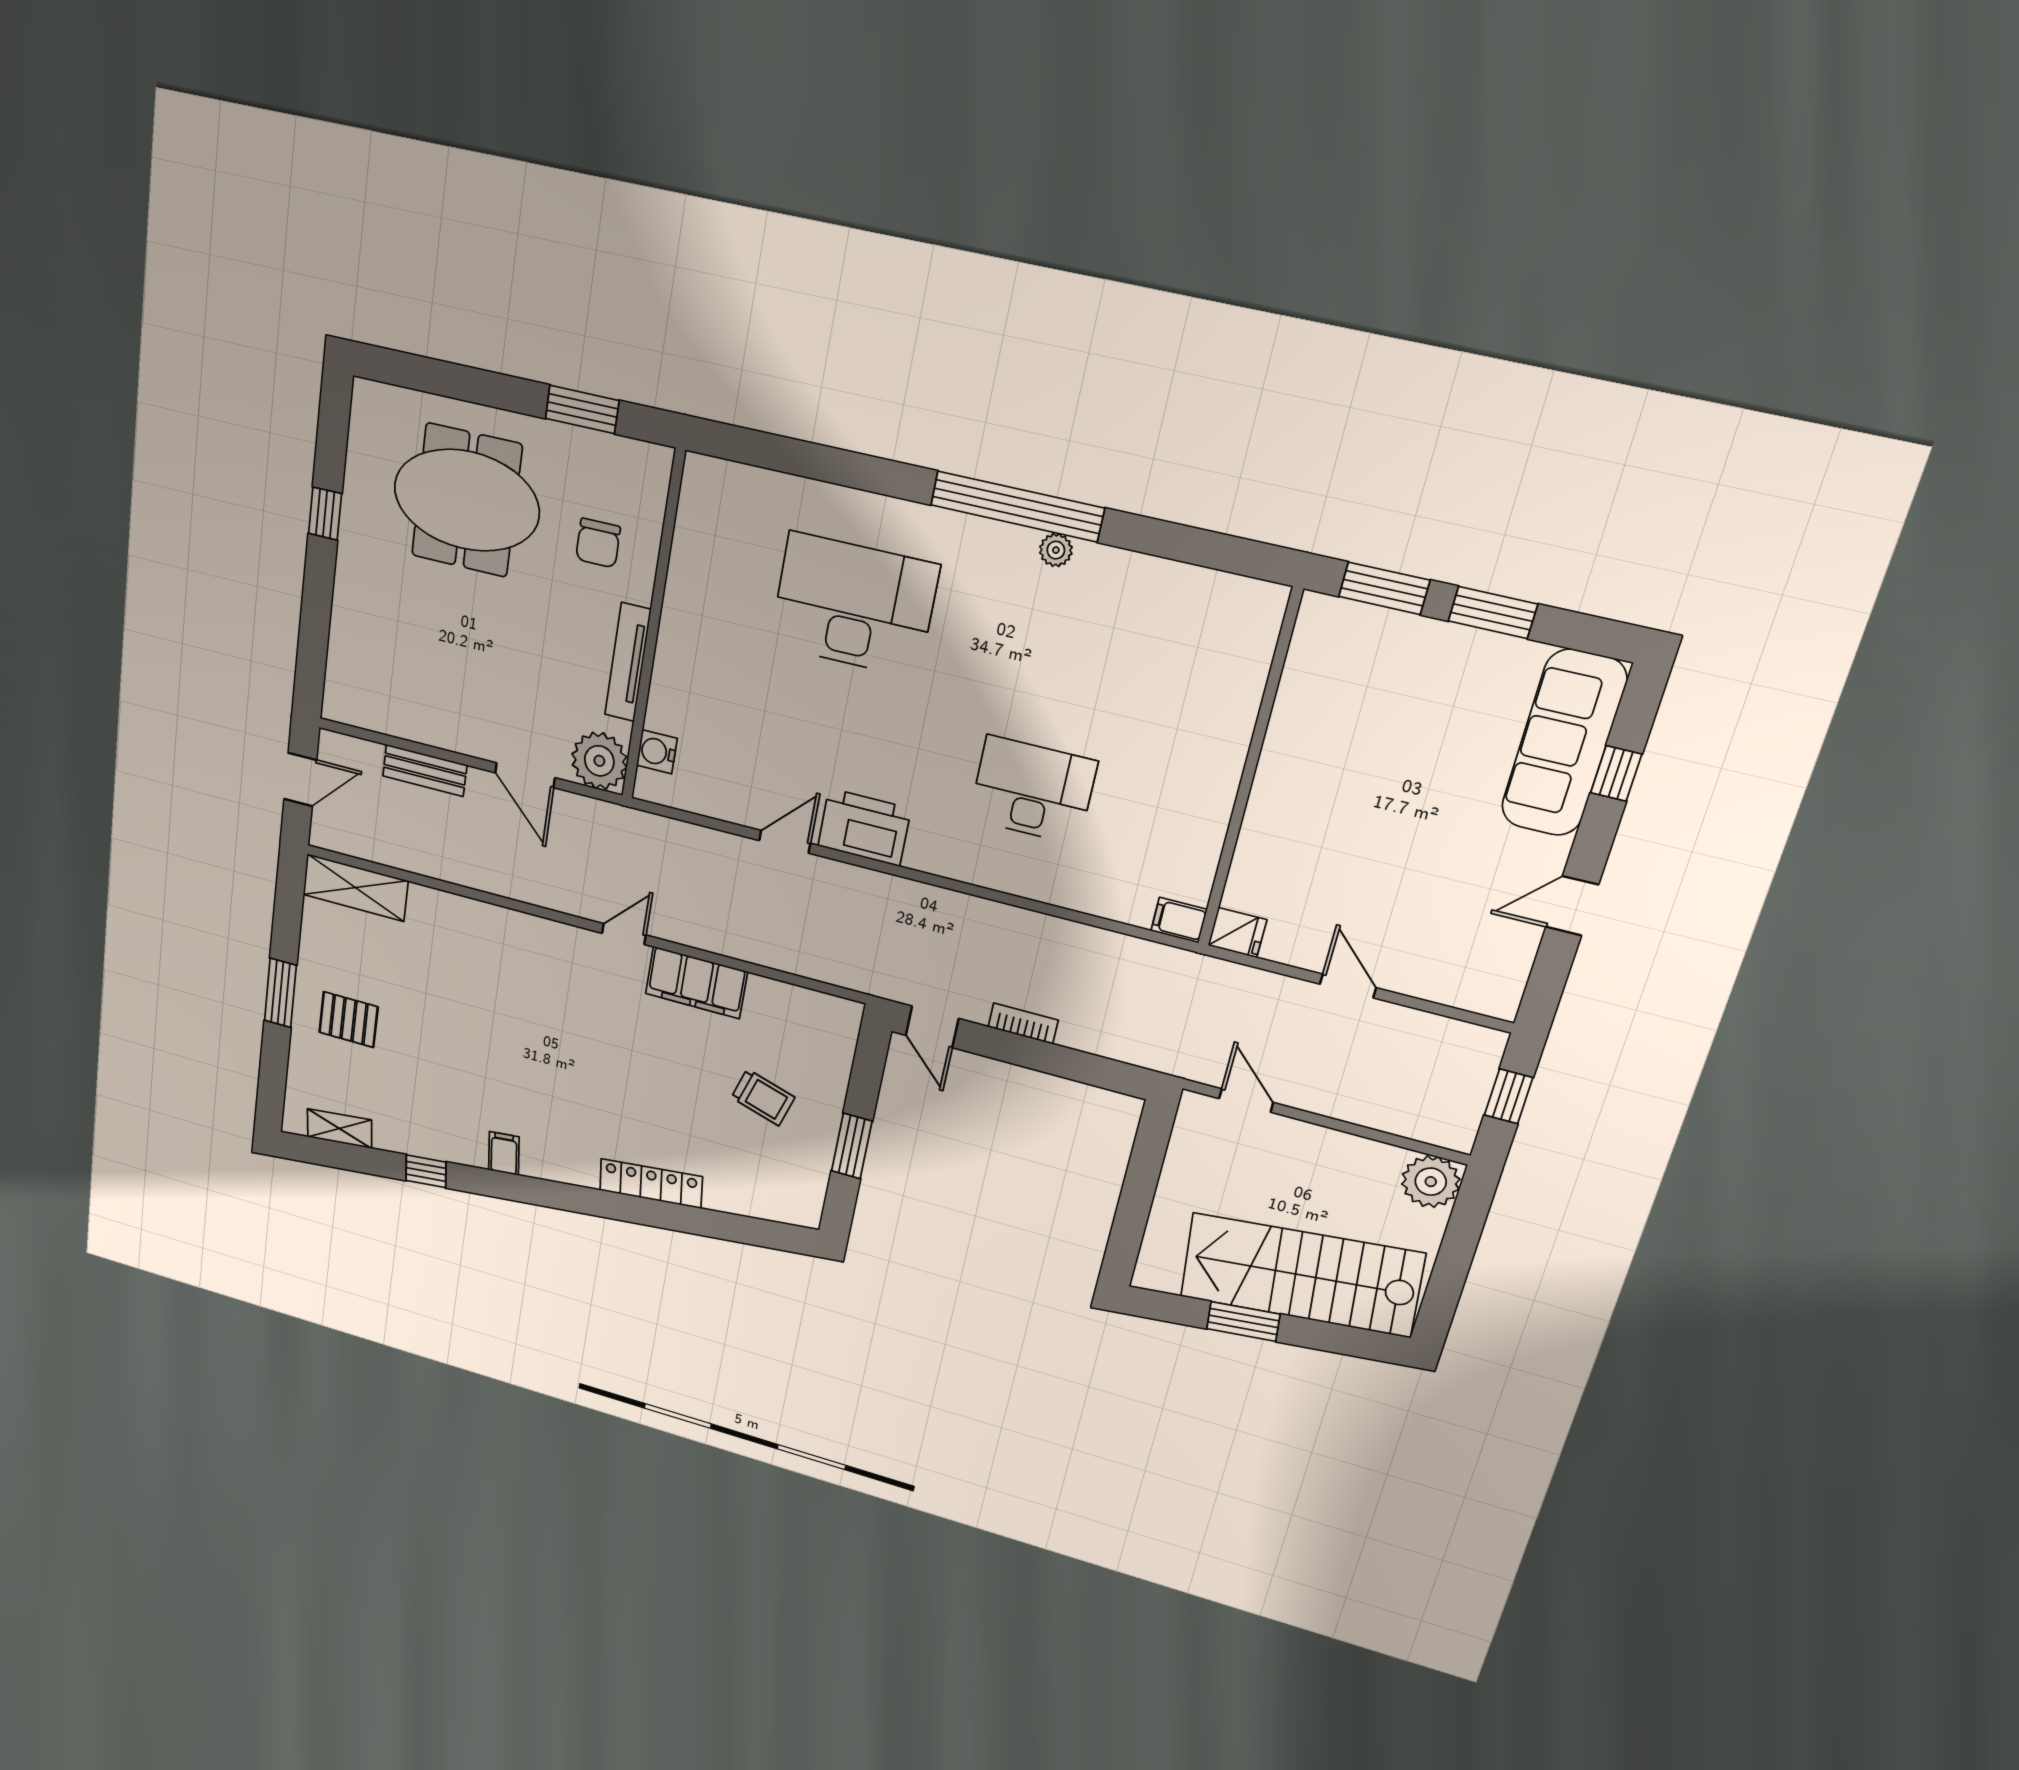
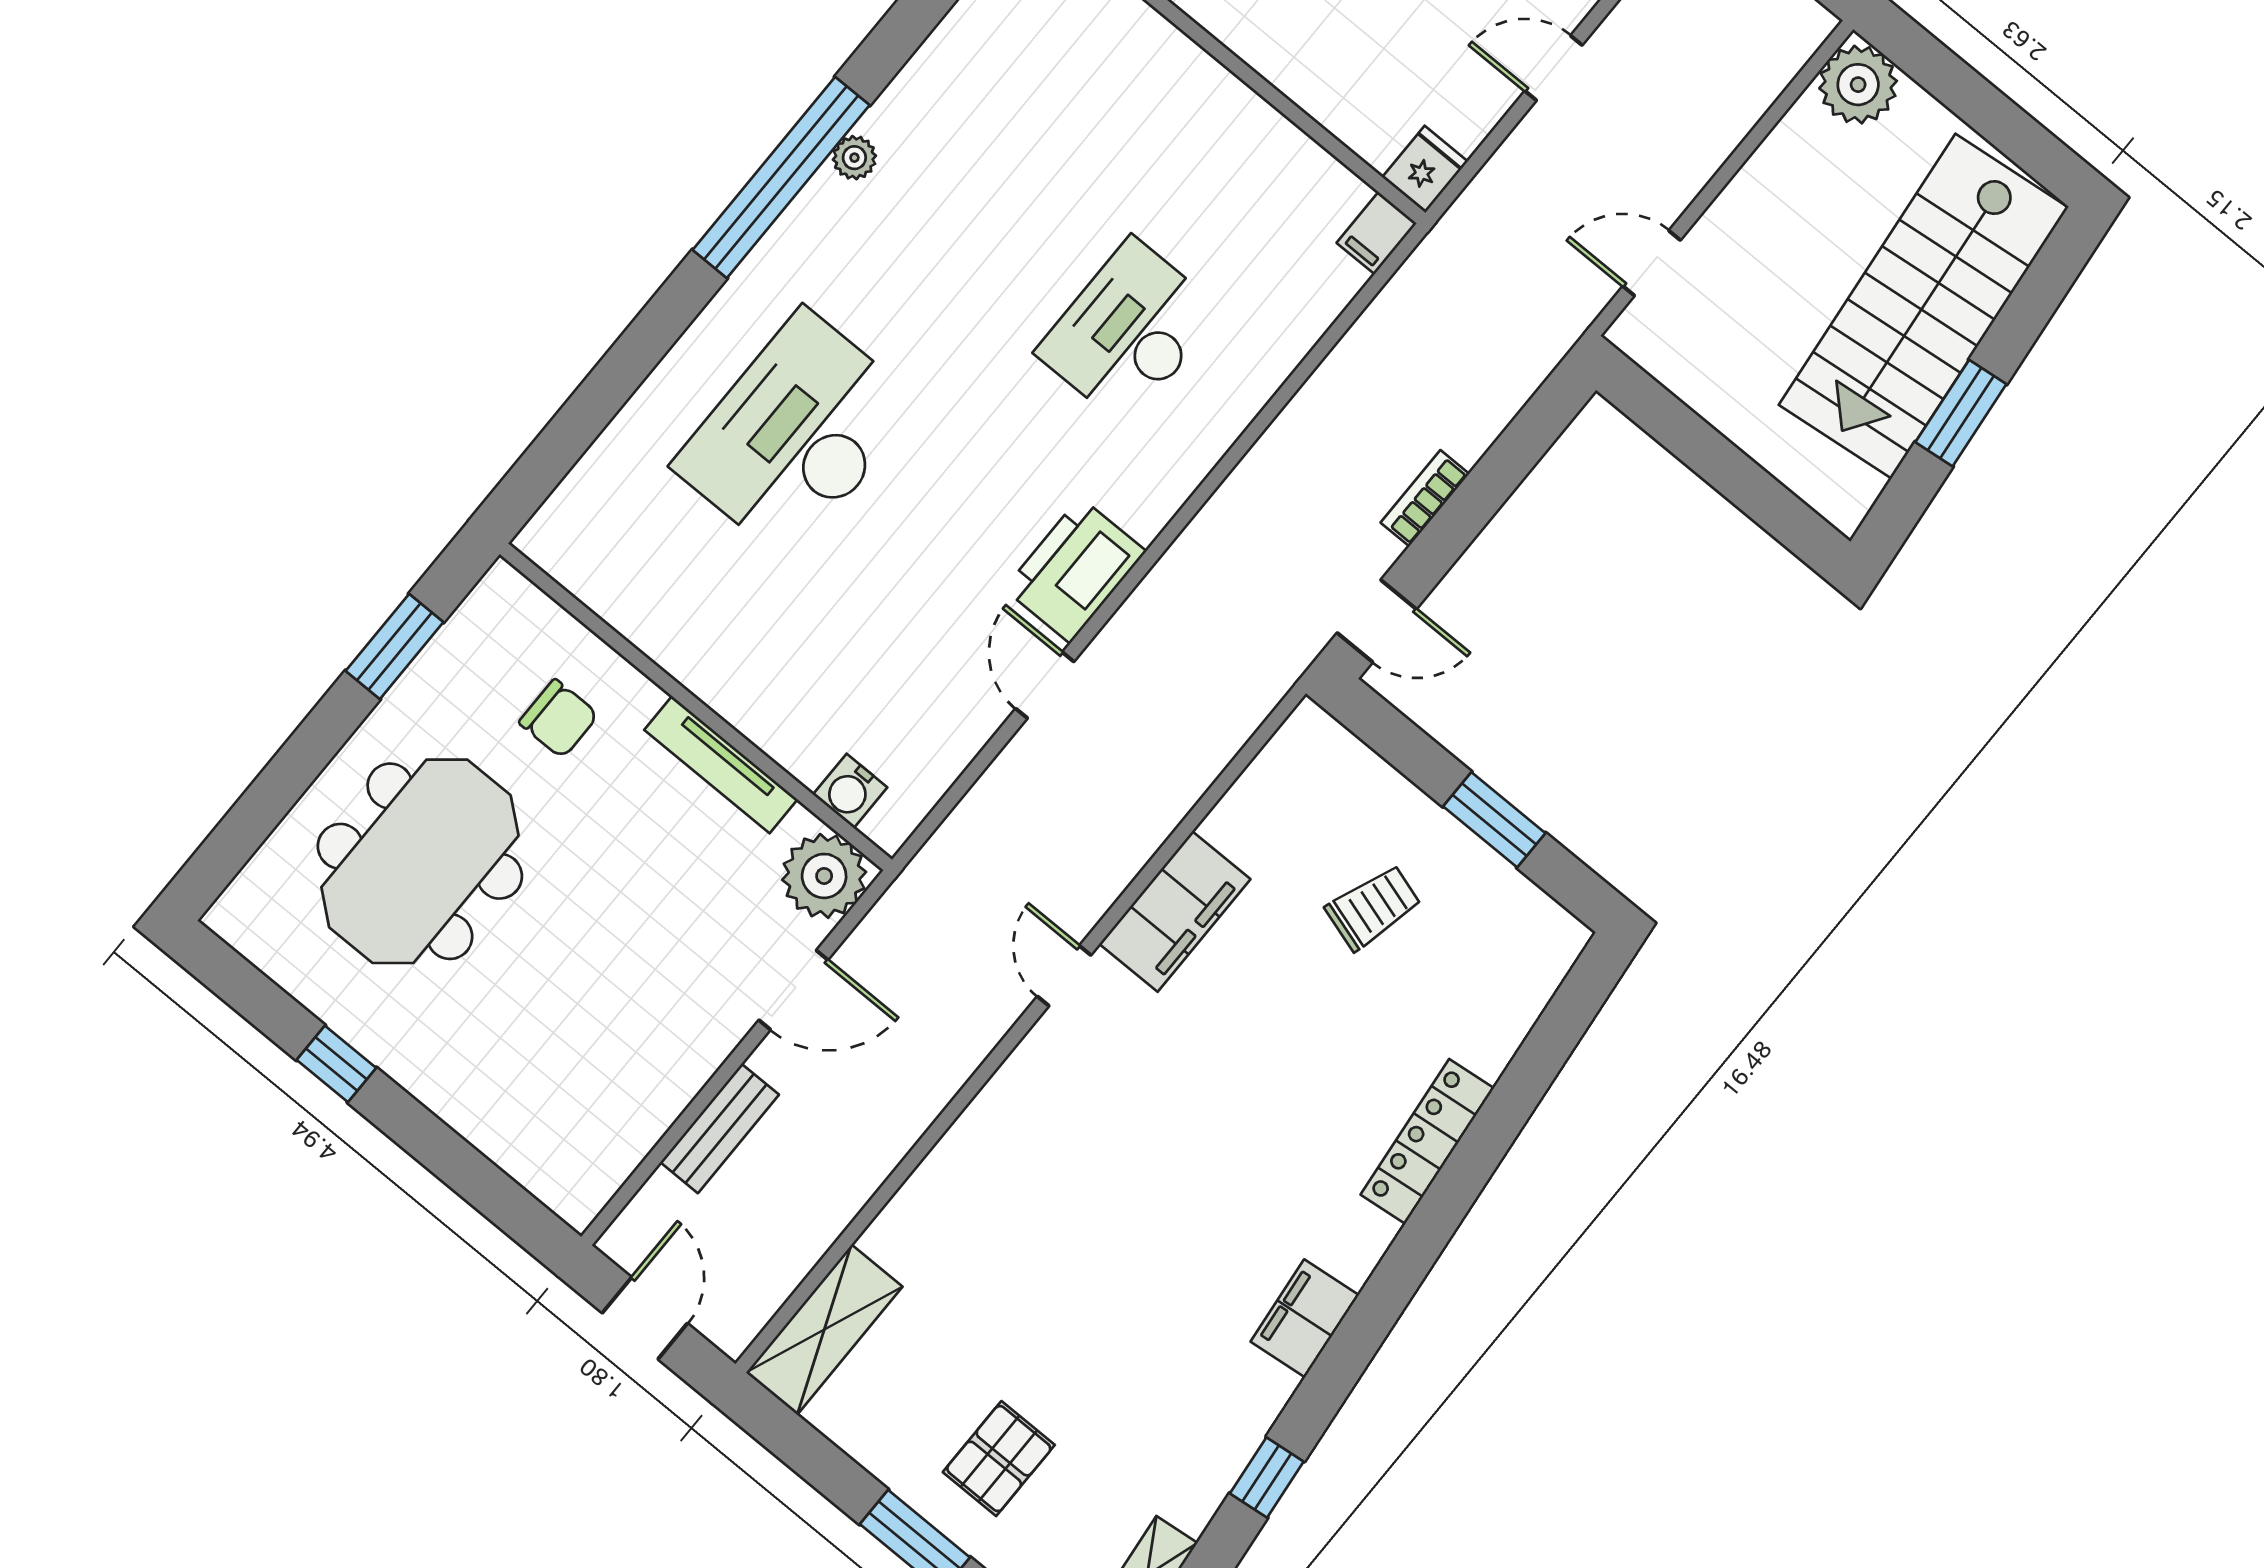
filing cabinet: (504, 1153) -> (1305, 1318), width x2.00

